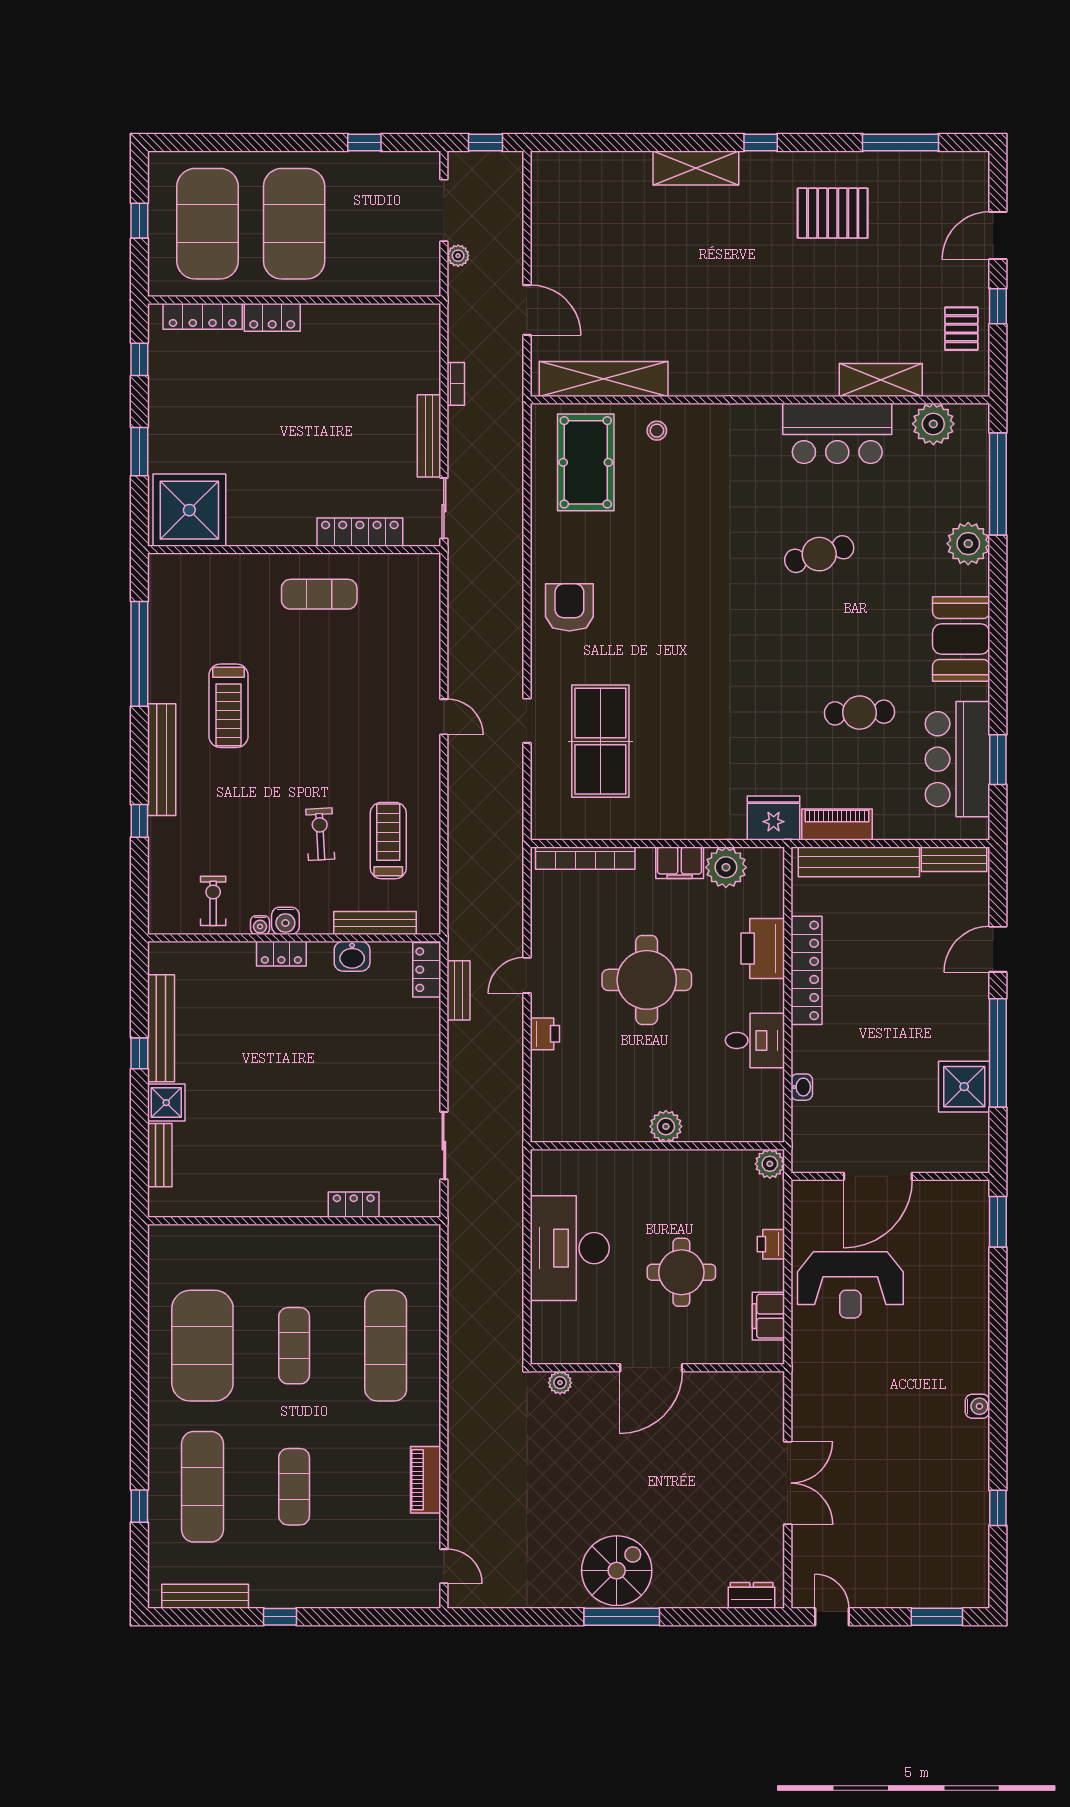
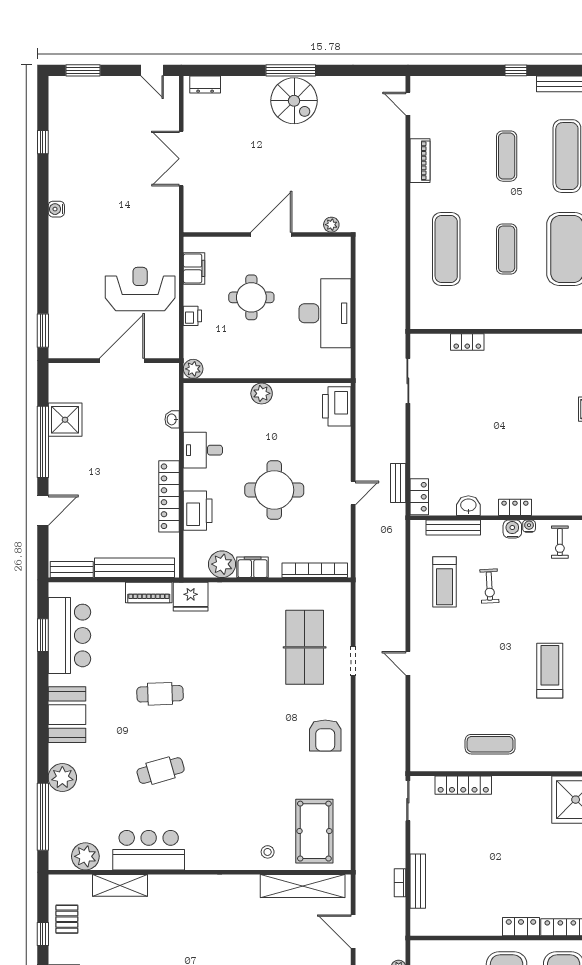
bench: (429, 436) -> (418, 881), moved
cafe table: (859, 713) -> (160, 694), moved
printer: (545, 1034) -> (337, 406), moved, width x1.87, depth x1.48
spiral stairs: (617, 1571) -> (294, 101), turned -90

